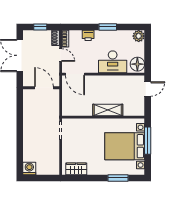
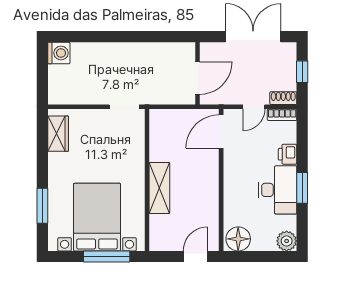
desk: (113, 62) -> (278, 190), moved, turned 180
door: (148, 89) -> (195, 257), swing flipped

